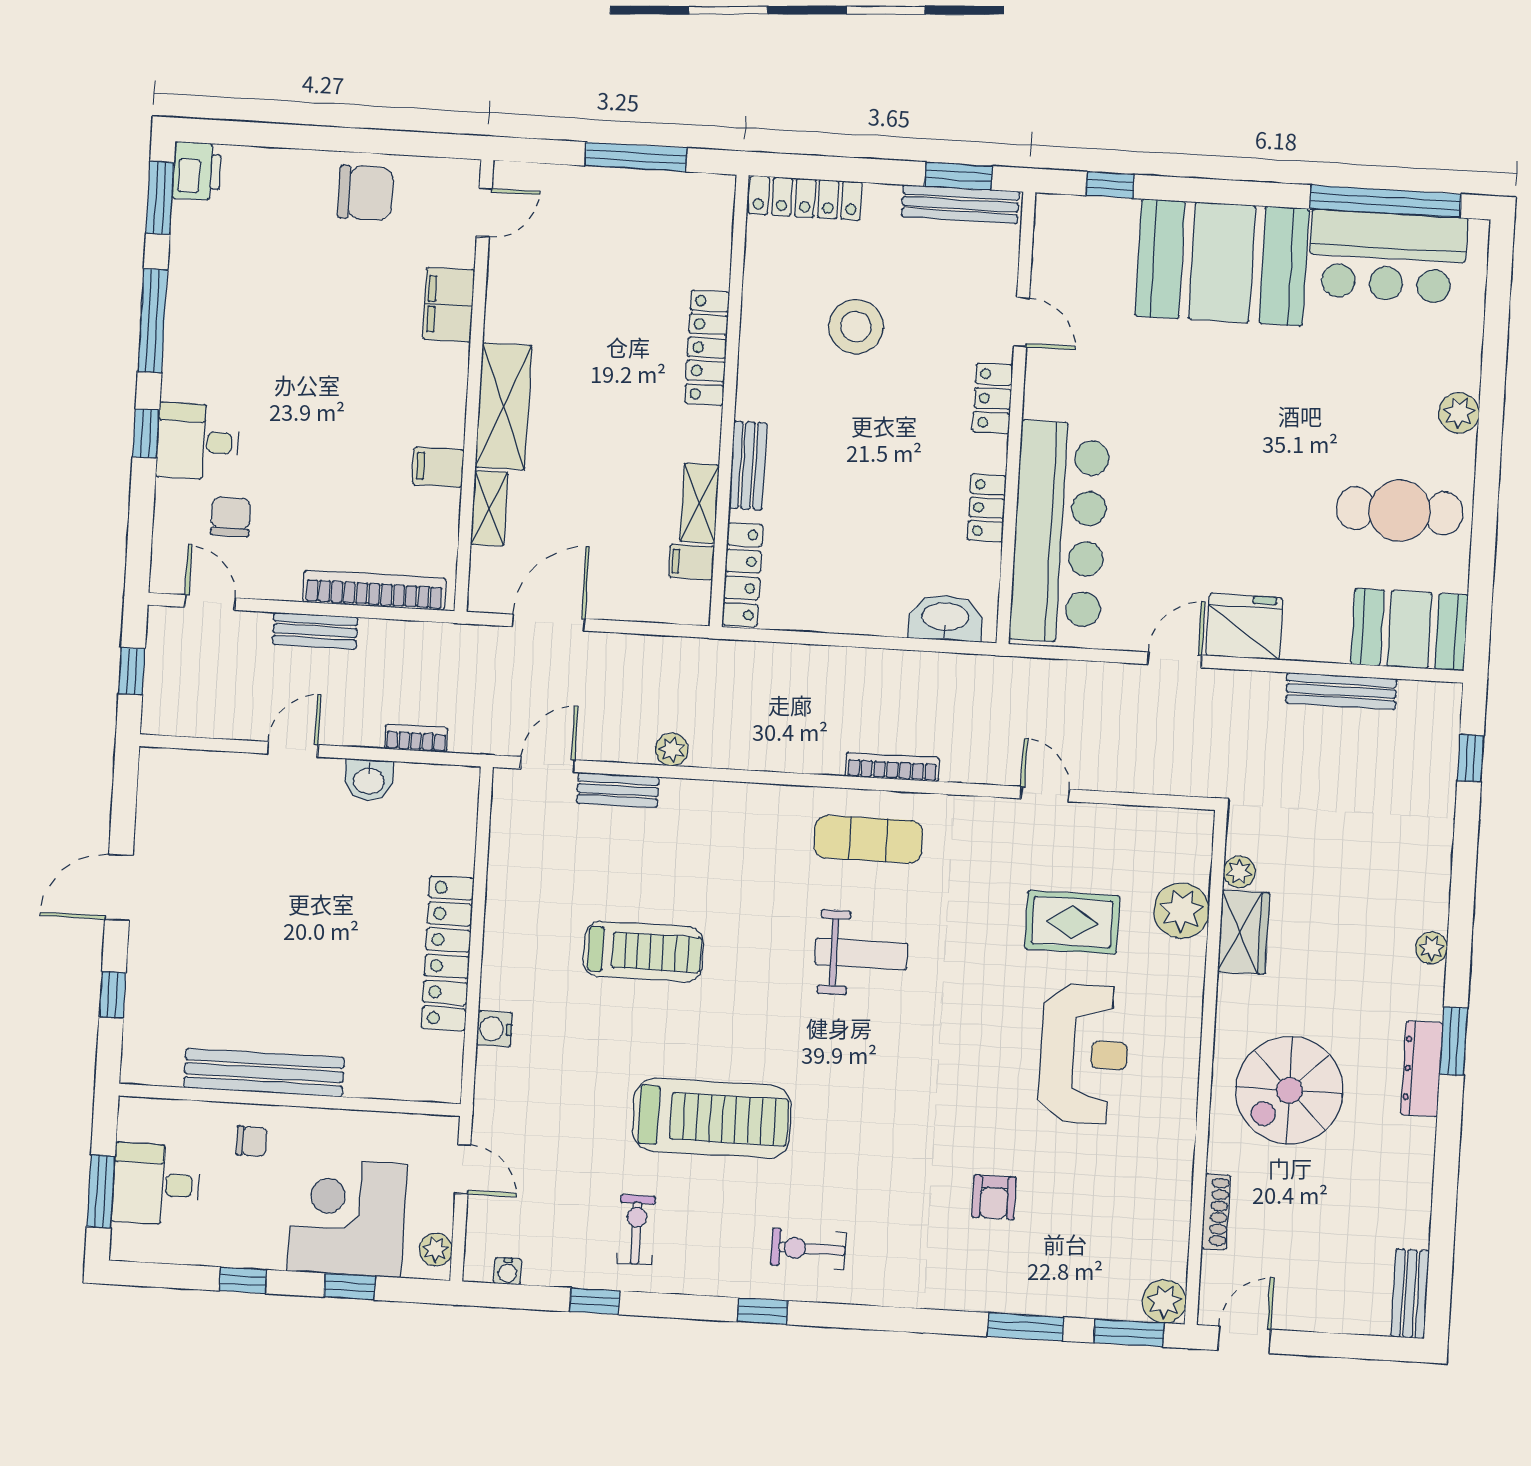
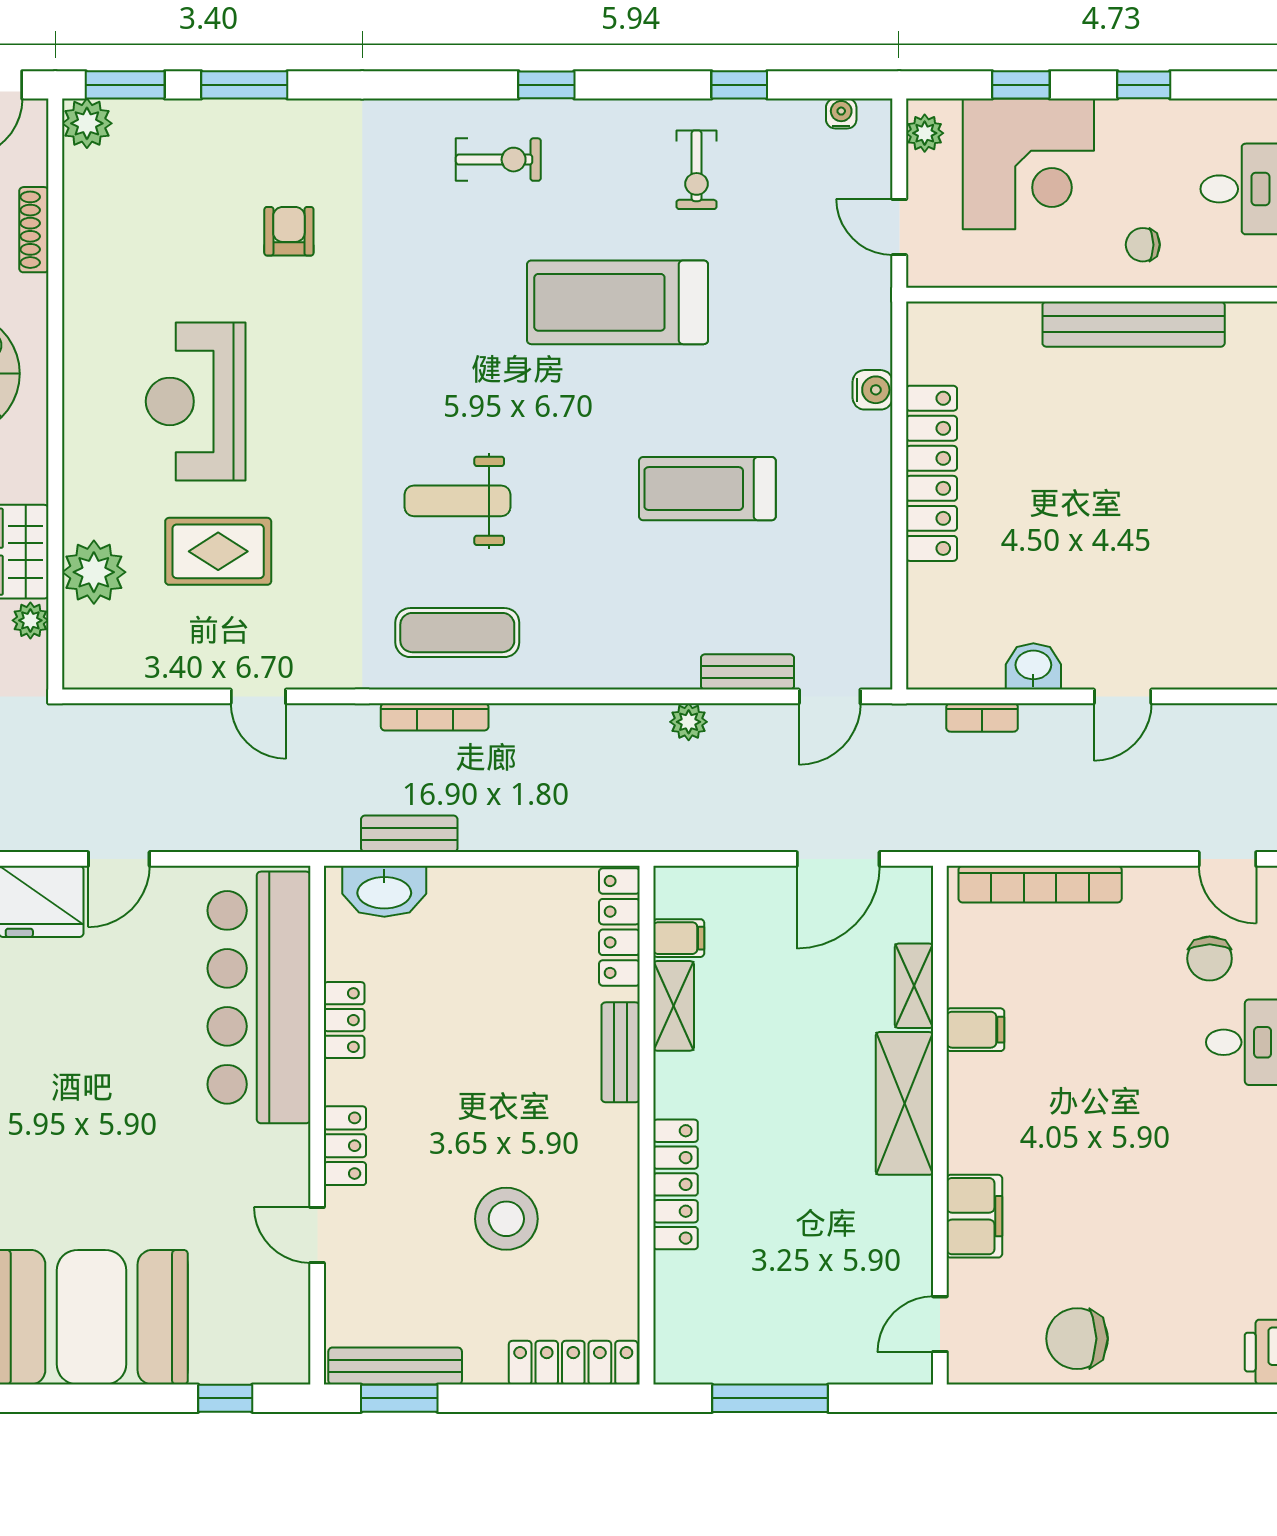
bench: (315, 631) -> (409, 834), moved

